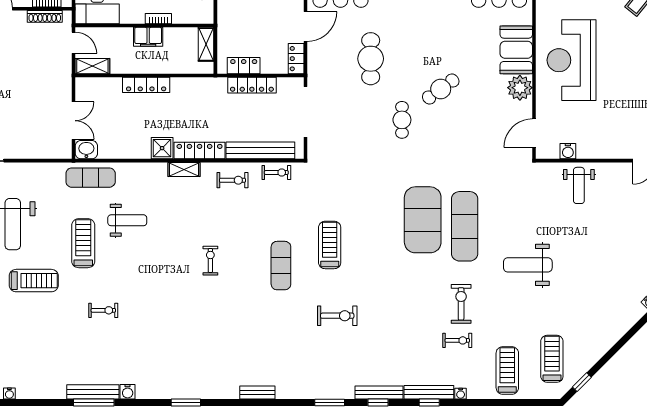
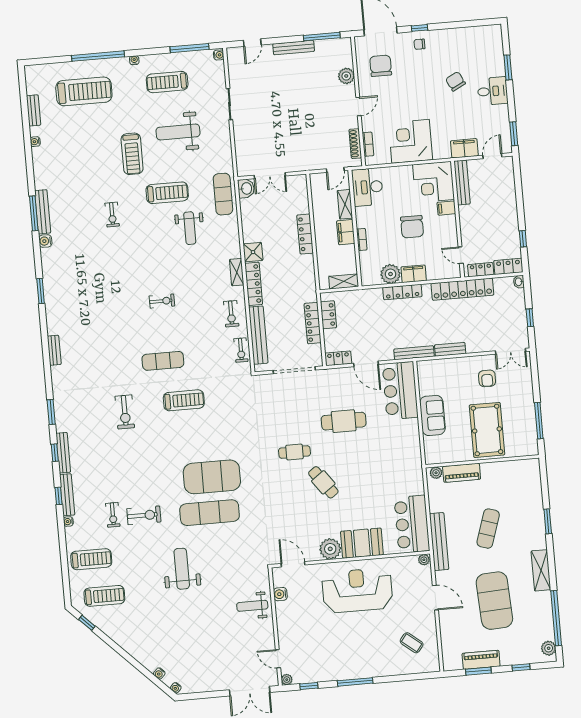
shelving: (92, 66) -> (345, 204), moved

